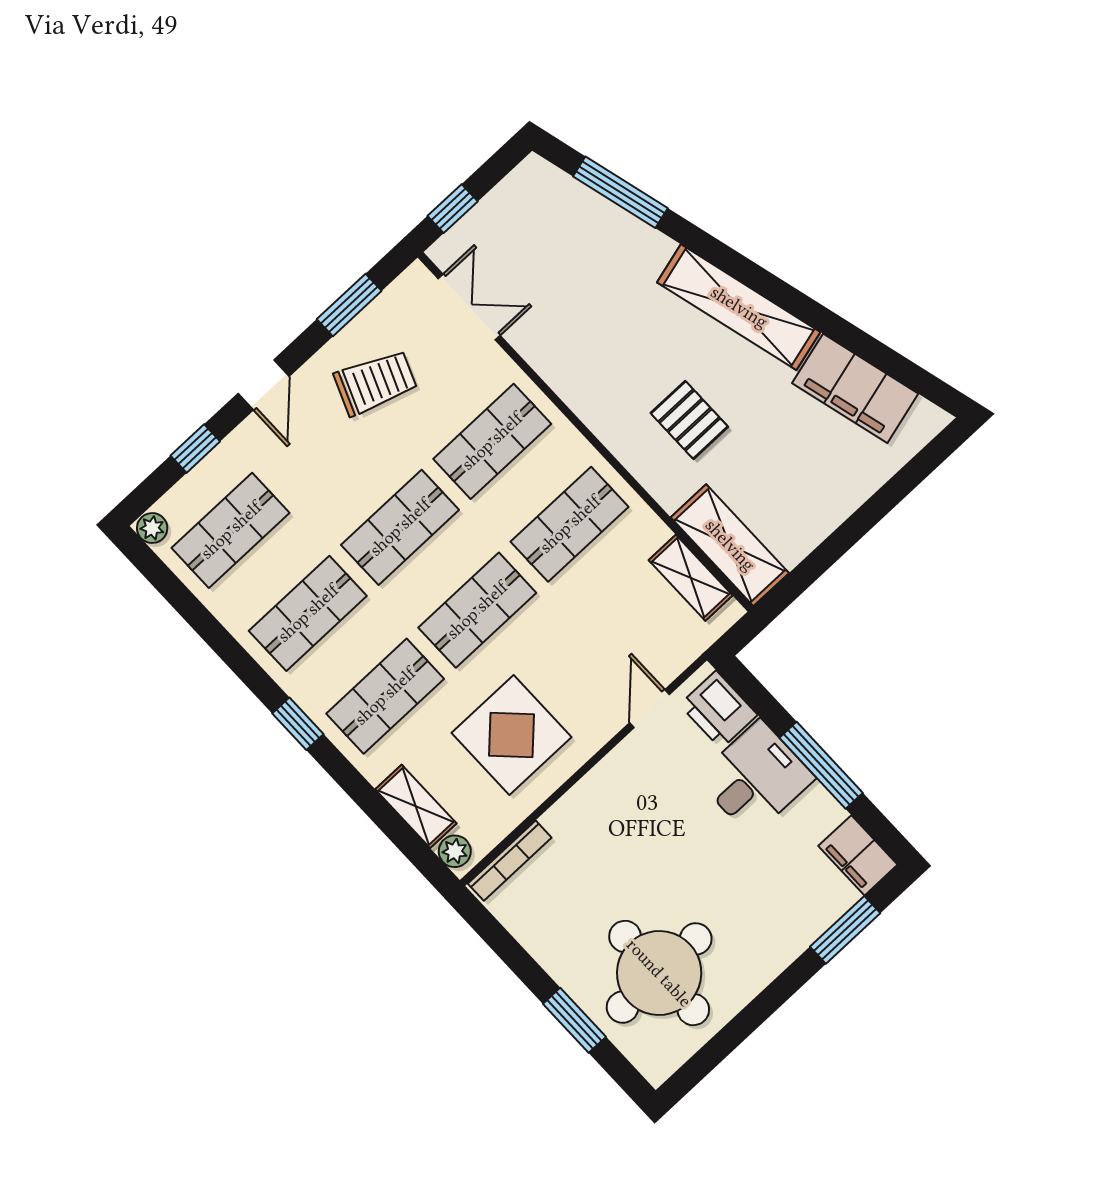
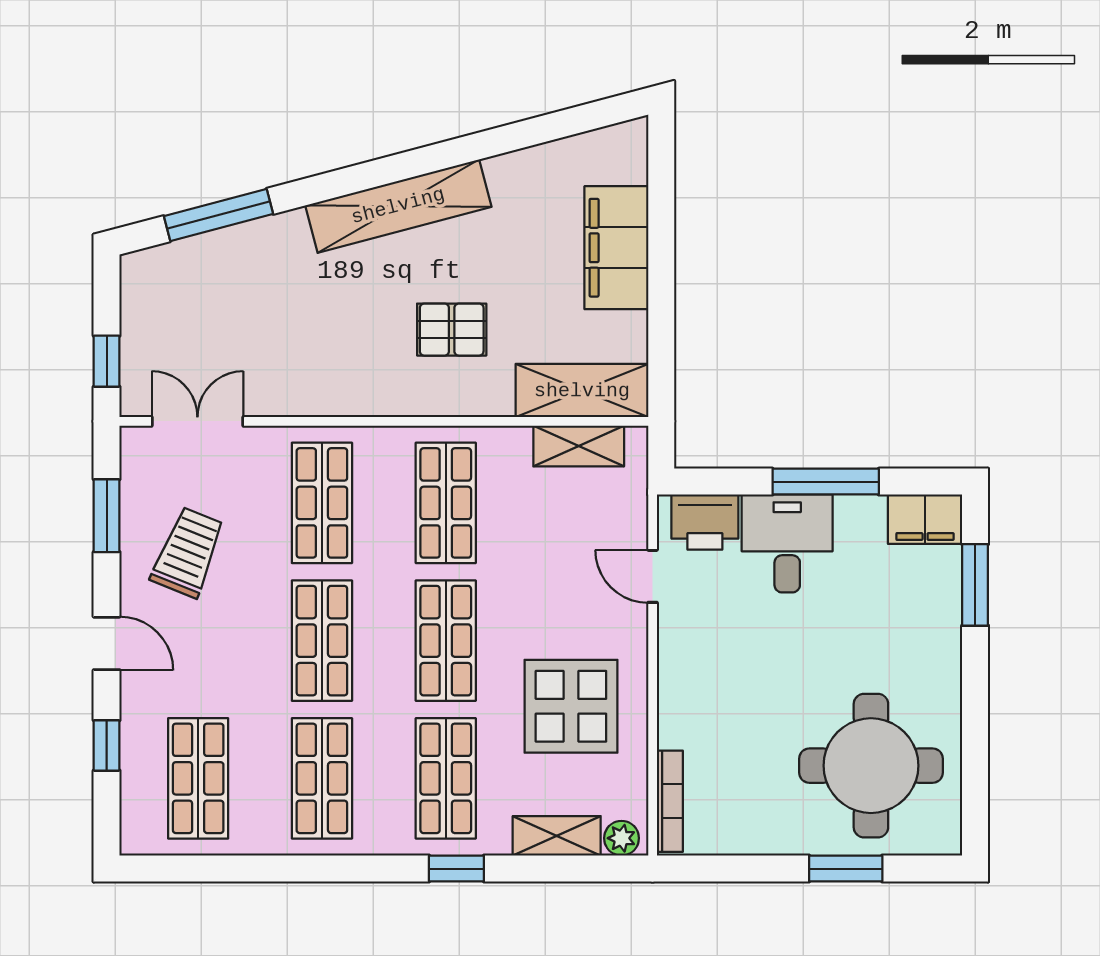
filing cabinet: (855, 388) -> (616, 248), moved, turned 105
plant: (152, 528) -> (138, 839), removed
window: (298, 724) -> (456, 869), moved

